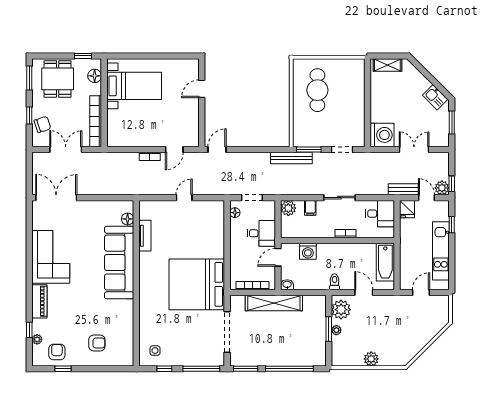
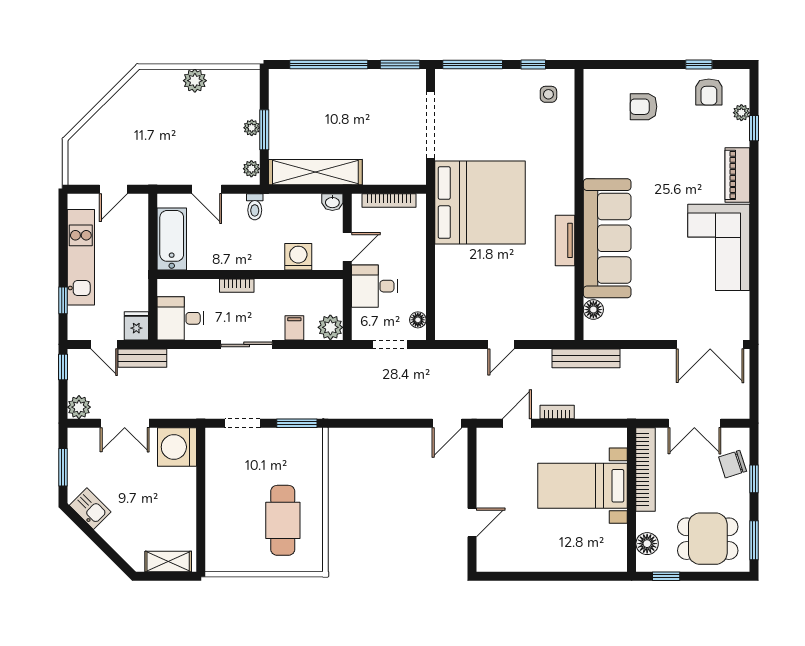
dining table: (58, 79) -> (708, 539), turned 90
bed with nightstands: (134, 86) -> (583, 486), moved
bench: (291, 158) -> (586, 358), moved
plant: (442, 188) -> (79, 407), moved
tv unit: (145, 236) -> (565, 240), moved
shelving: (274, 303) -> (315, 172), moved
plant: (341, 310) -> (251, 169), width x0.53, depth x0.53

